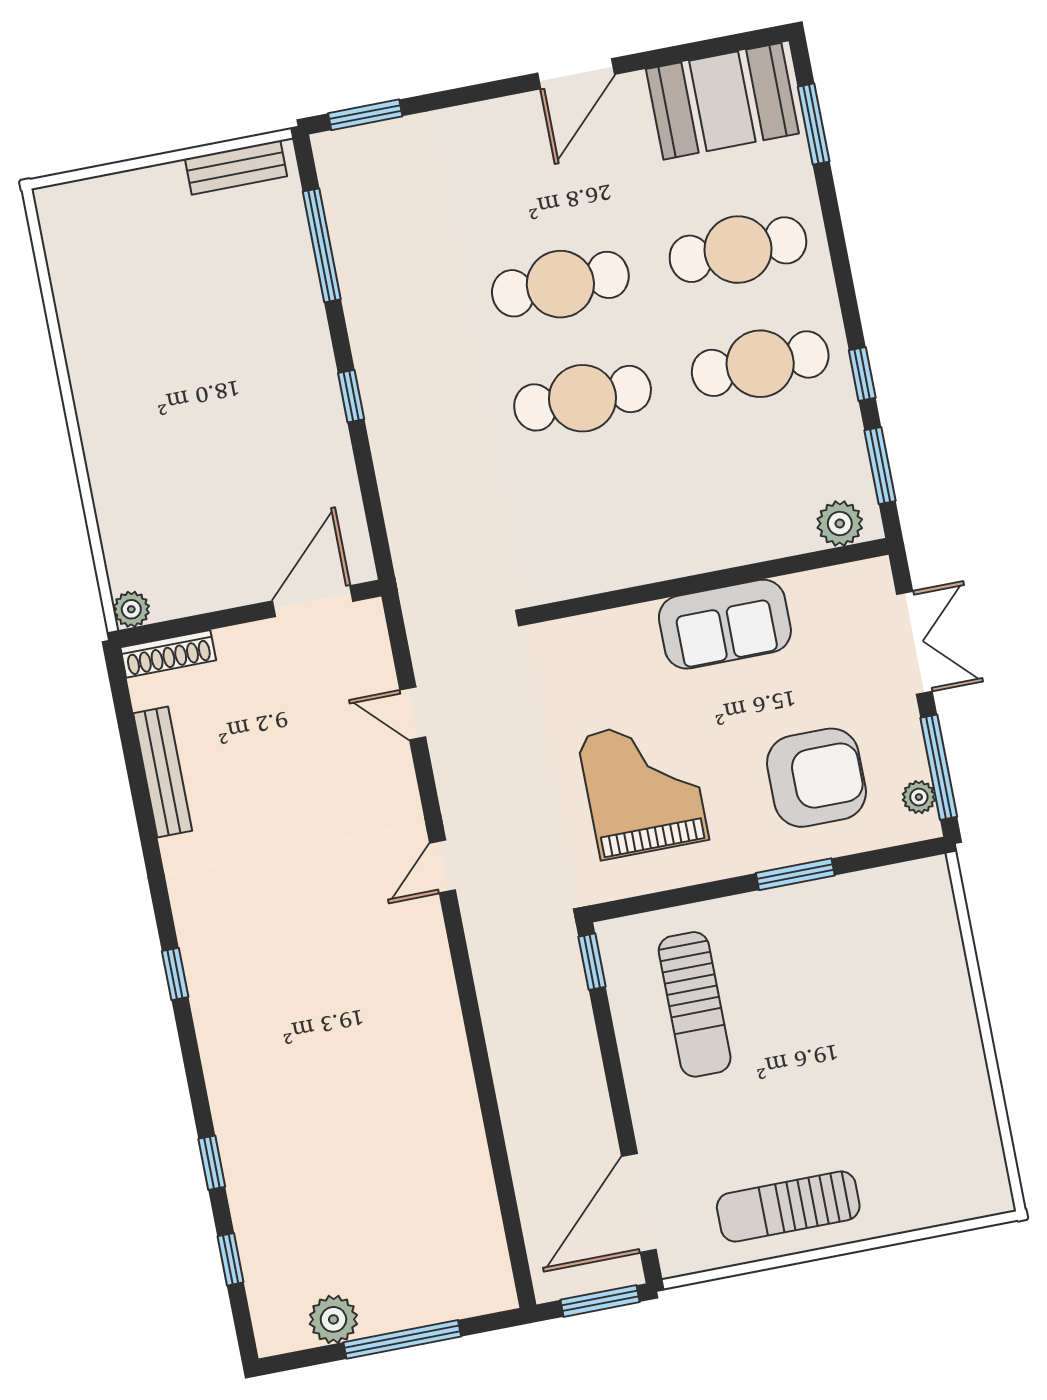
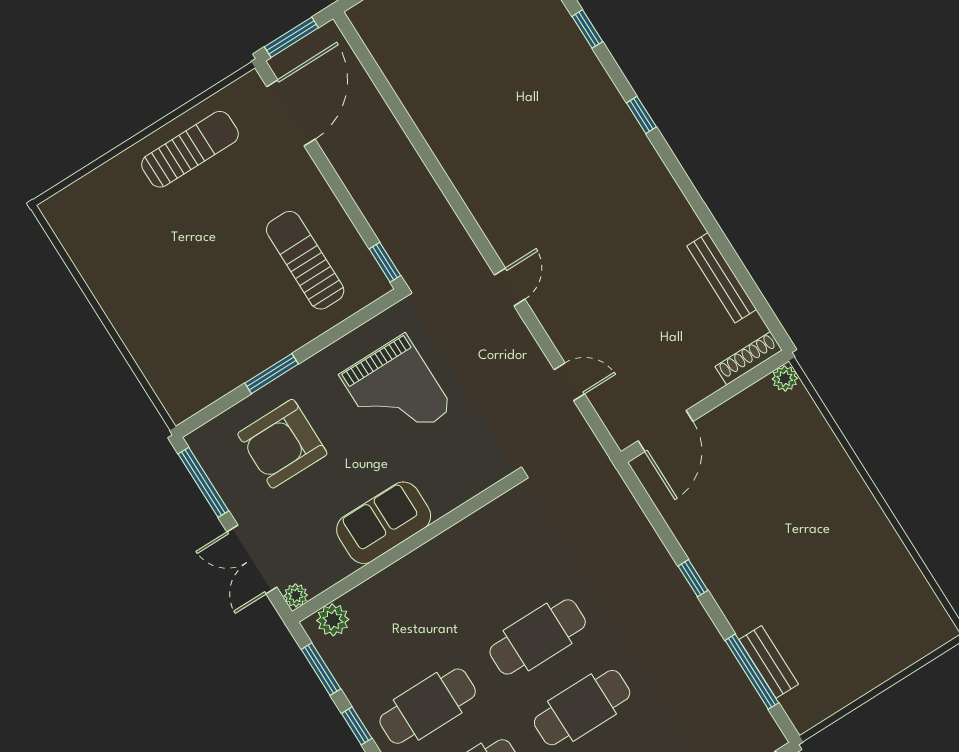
bench: (236, 168) -> (769, 662), moved, turned 90
plant: (919, 797) -> (296, 595), moved
window: (175, 974) -> (641, 115), moved

